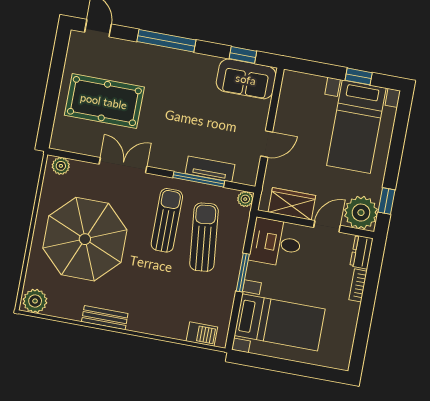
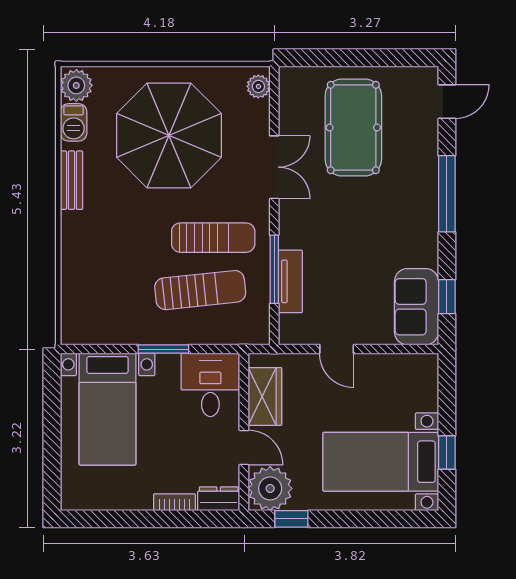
plant: (245, 199) -> (260, 335), removed
barbecue: (202, 334) -> (74, 122), moved

